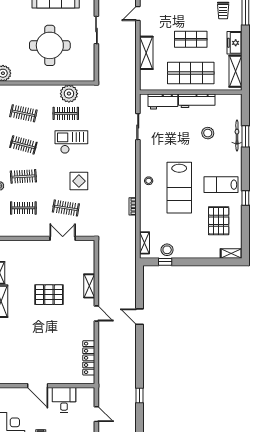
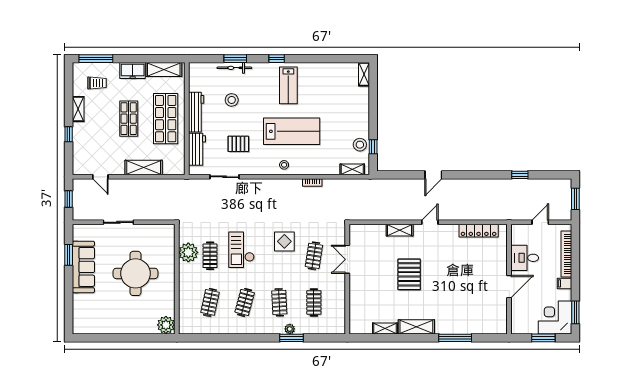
window: (245, 198) -> (277, 59), moved
pallet: (219, 221) -> (238, 144), moved, width x0.67, depth x0.71

